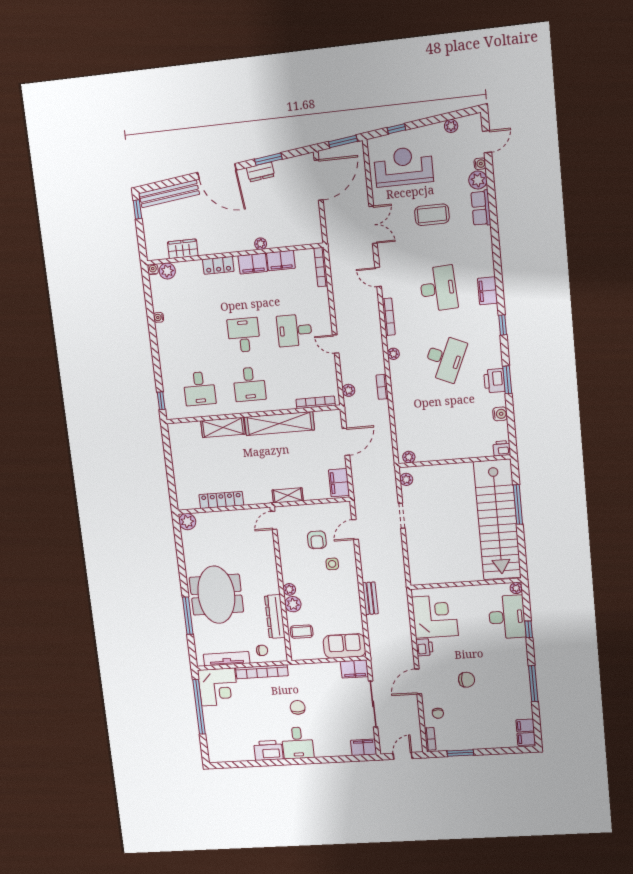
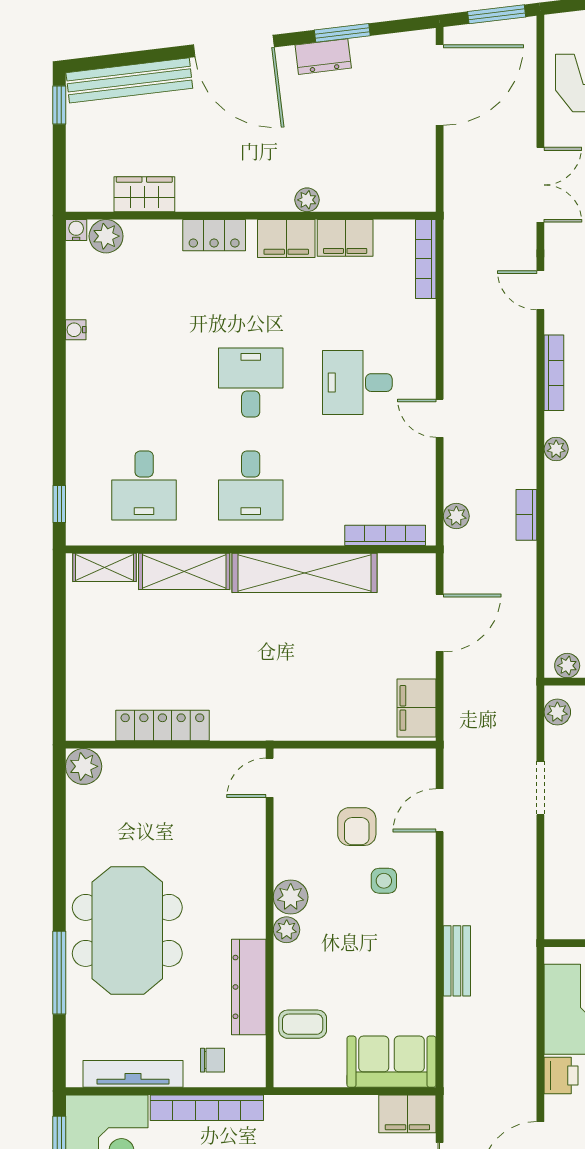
shelving: (288, 495) -> (105, 567), moved
plant: (293, 604) -> (291, 897), moved

